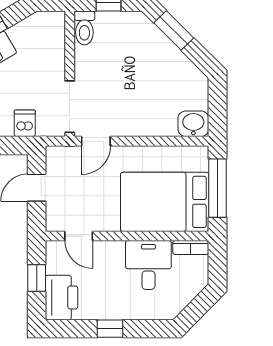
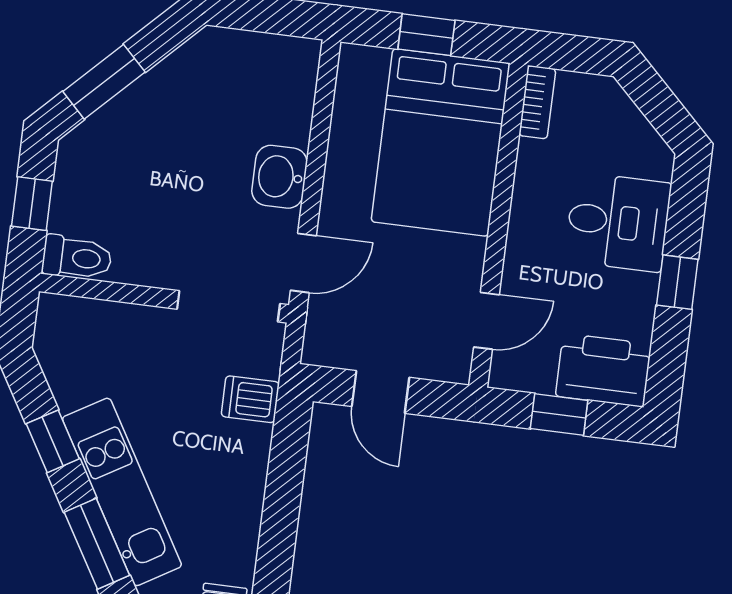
washbasin: (193, 124) -> (279, 177), moved
door: (96, 141) -> (303, 263), hinge flipped
window: (217, 188) -> (426, 35), width x0.46
desk: (148, 265) -> (618, 222), moved, turned 180

